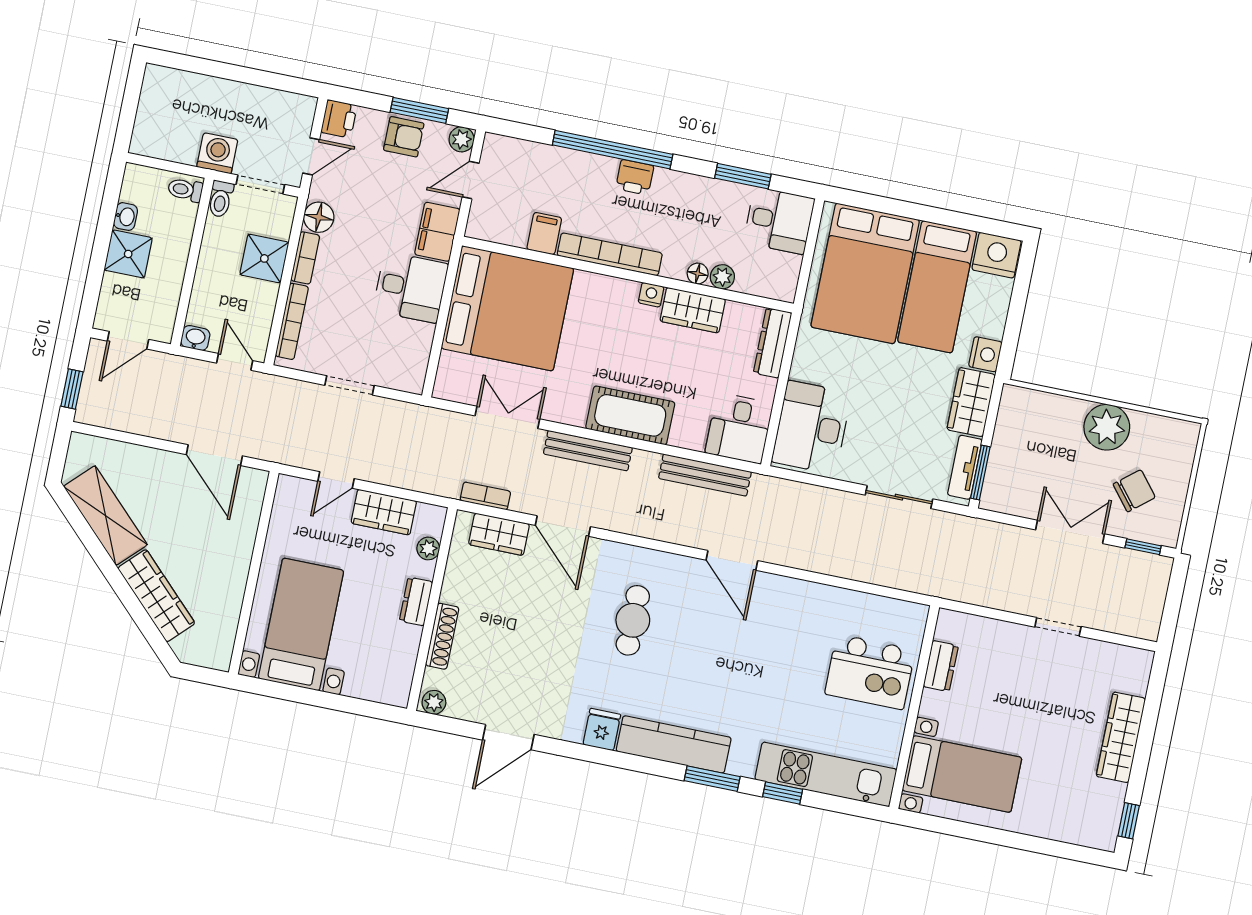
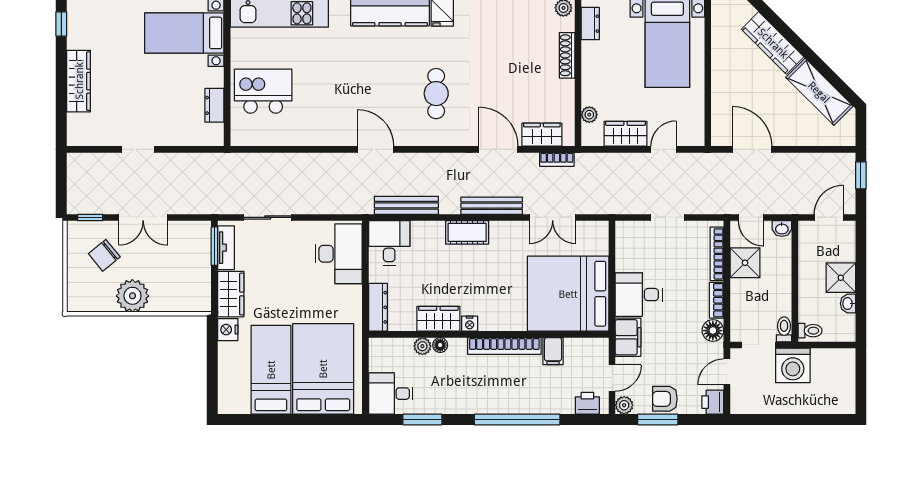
washing machine: (217, 153) -> (793, 365), width x1.37, depth x1.37
printer: (635, 177) -> (587, 403), moved
nightstand: (997, 255) -> (234, 400), removed
shower: (264, 258) -> (745, 263), moved
cot: (630, 415) -> (467, 232), width x0.73, depth x0.75
dresser: (416, 601) -> (590, 24), moved

